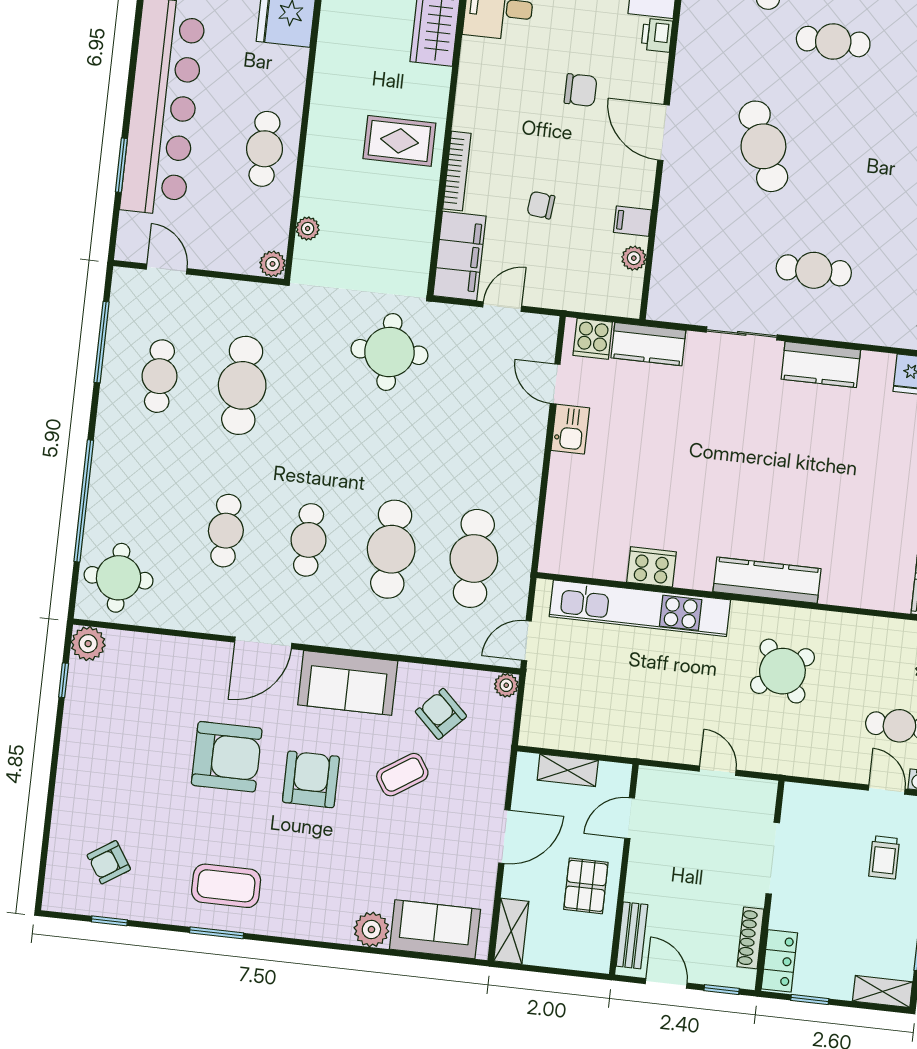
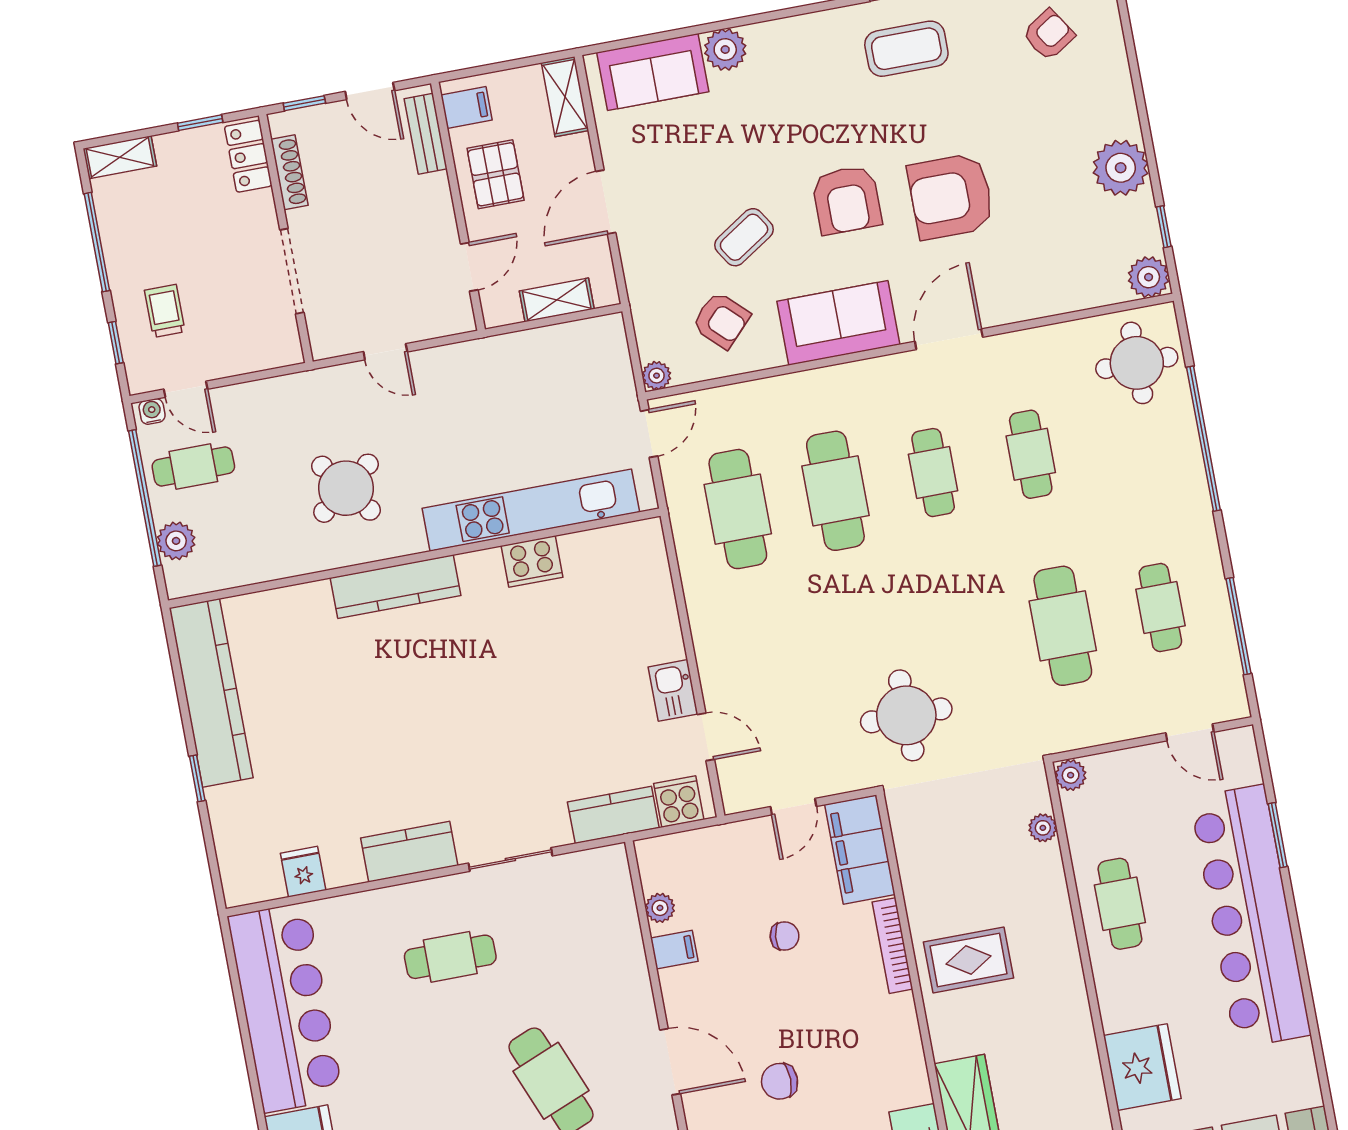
plant: (84, 738) -> (1121, 168), added
filing cabinet: (593, 946) -> (466, 107), added

